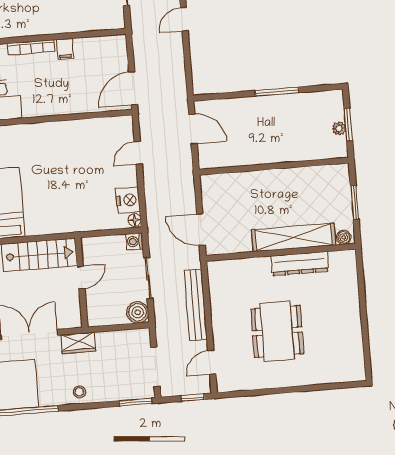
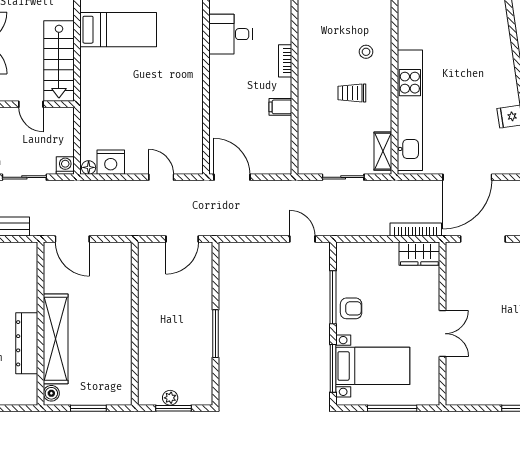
bookcase: (31, 47) -> (285, 61), width x0.64
door: (201, 230) -> (72, 239), swing flipped

